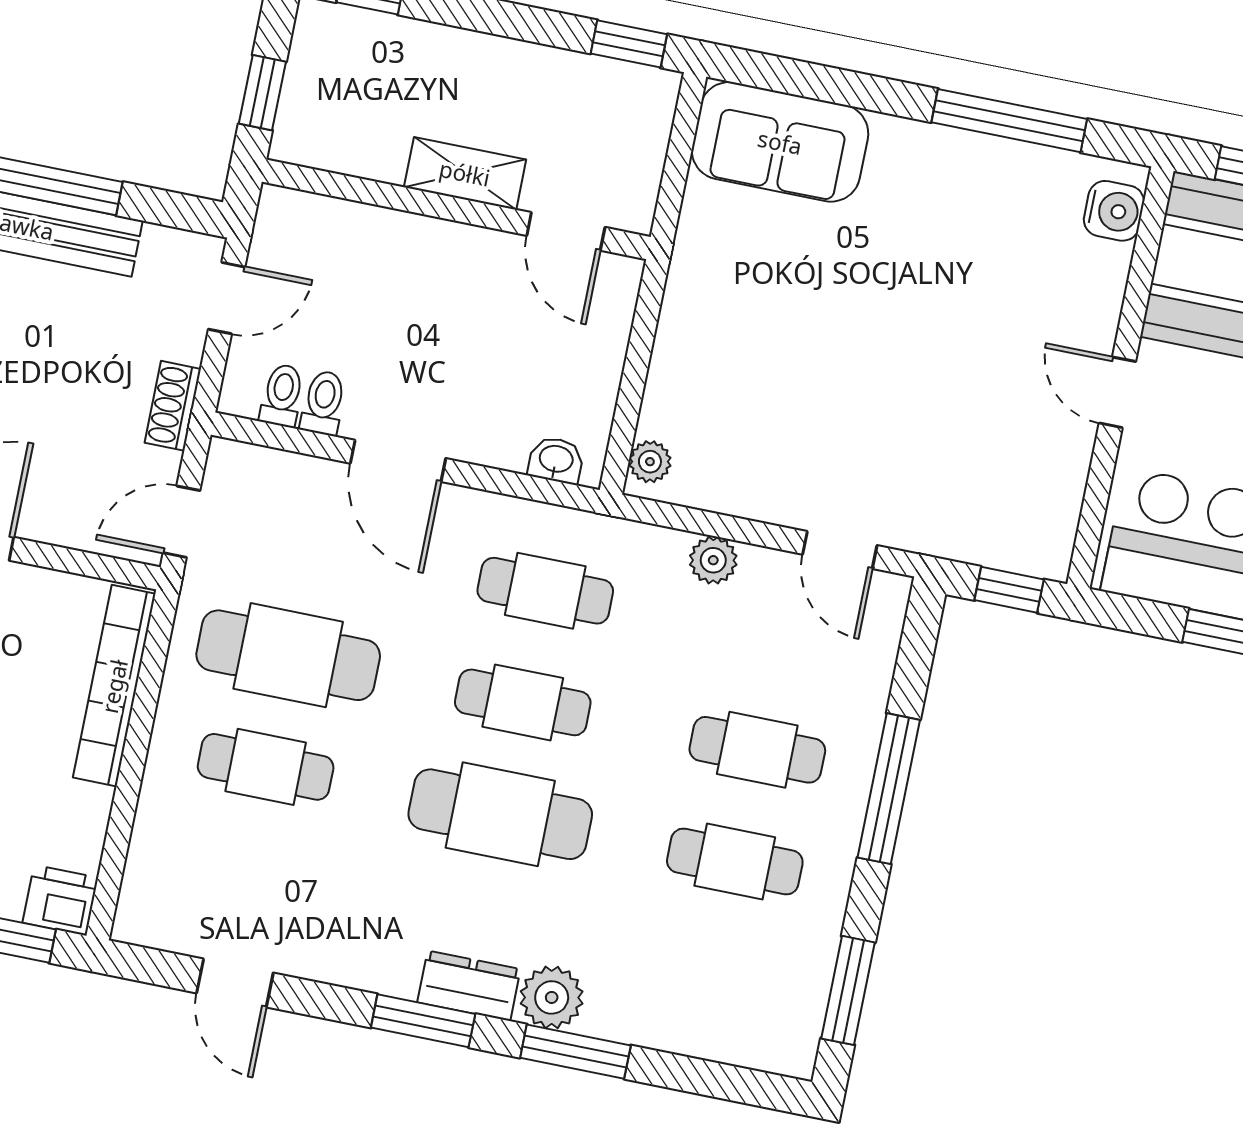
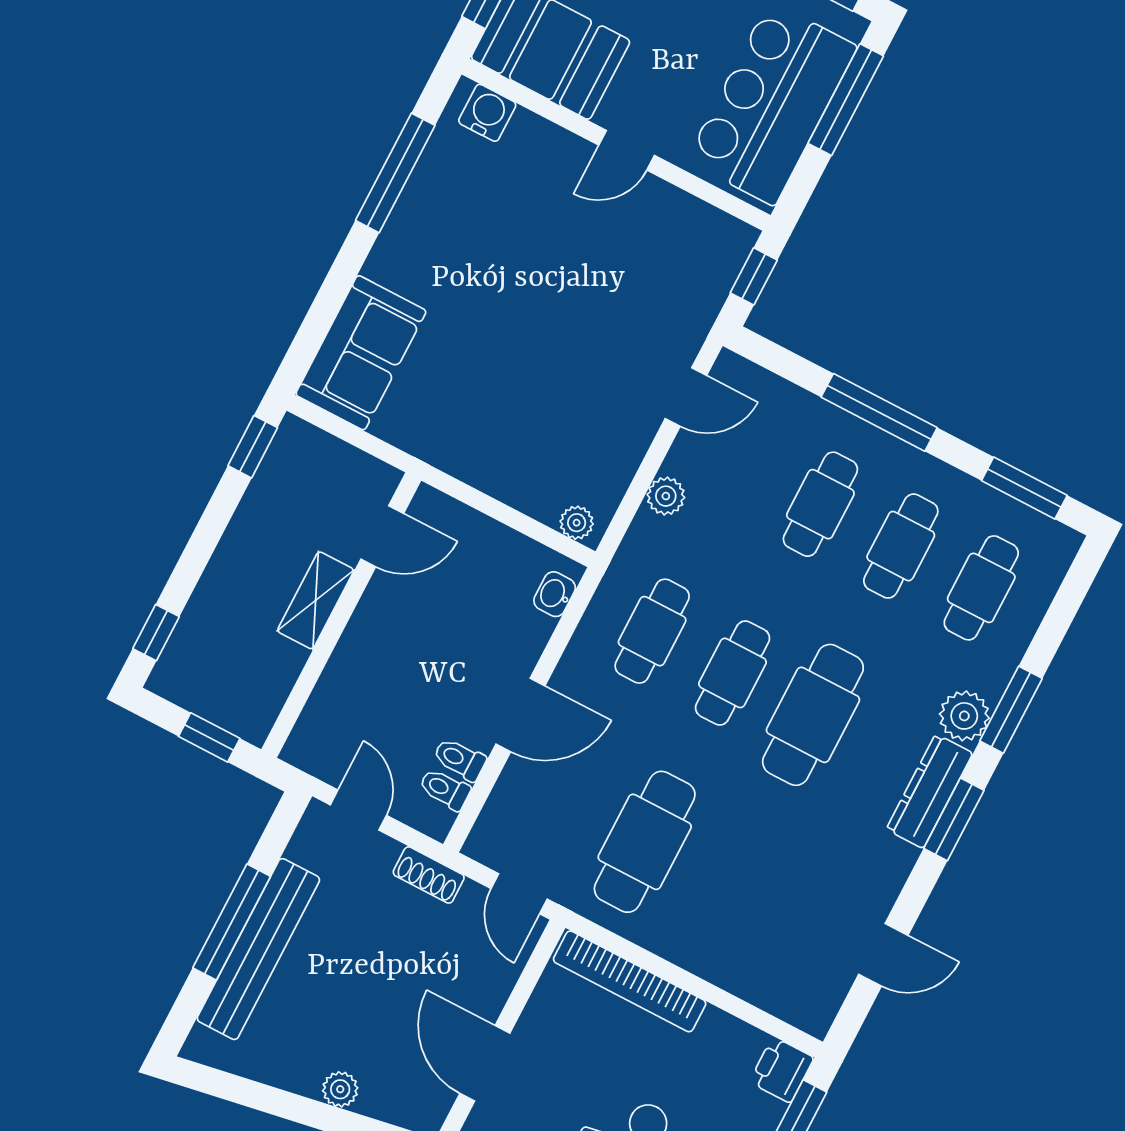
cafe table: (266, 767) -> (981, 588), moved
dresser: (469, 986) -> (930, 791), width x1.44

